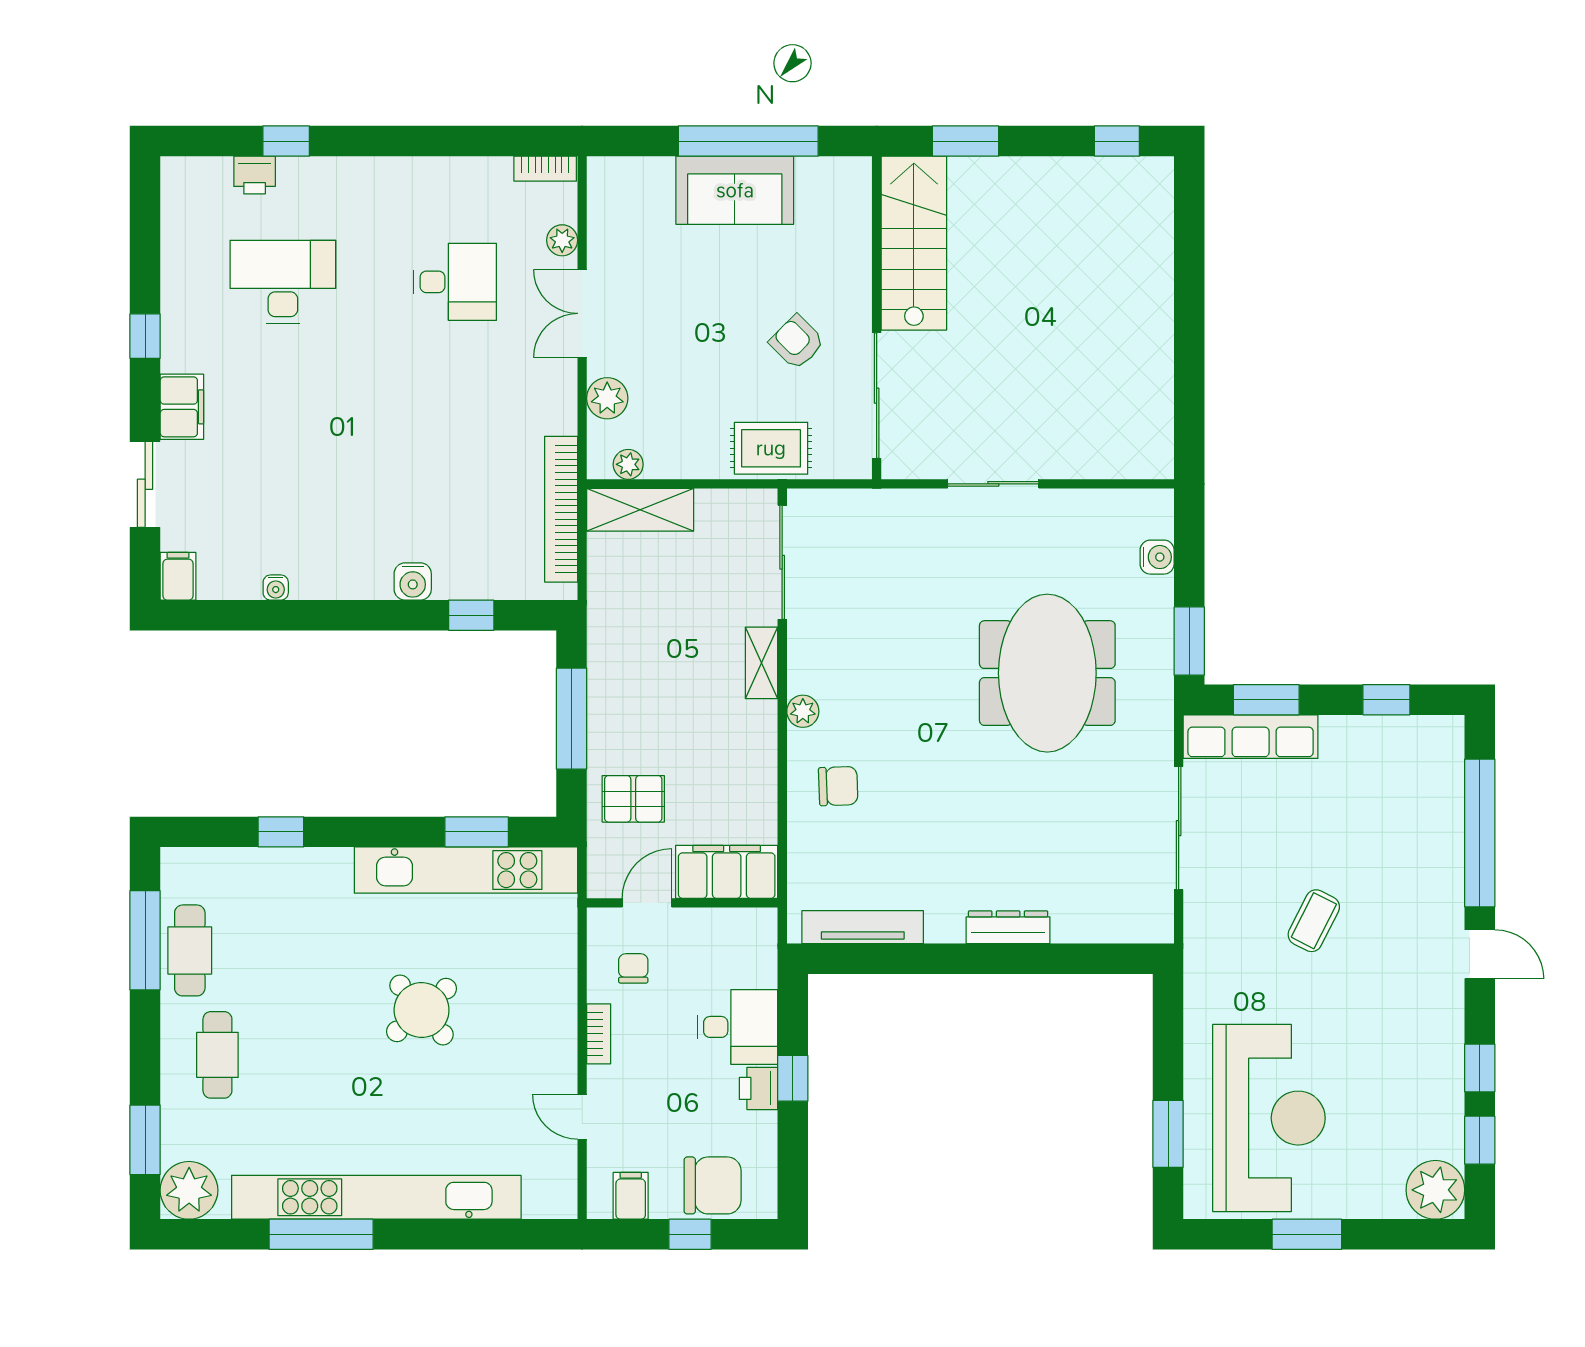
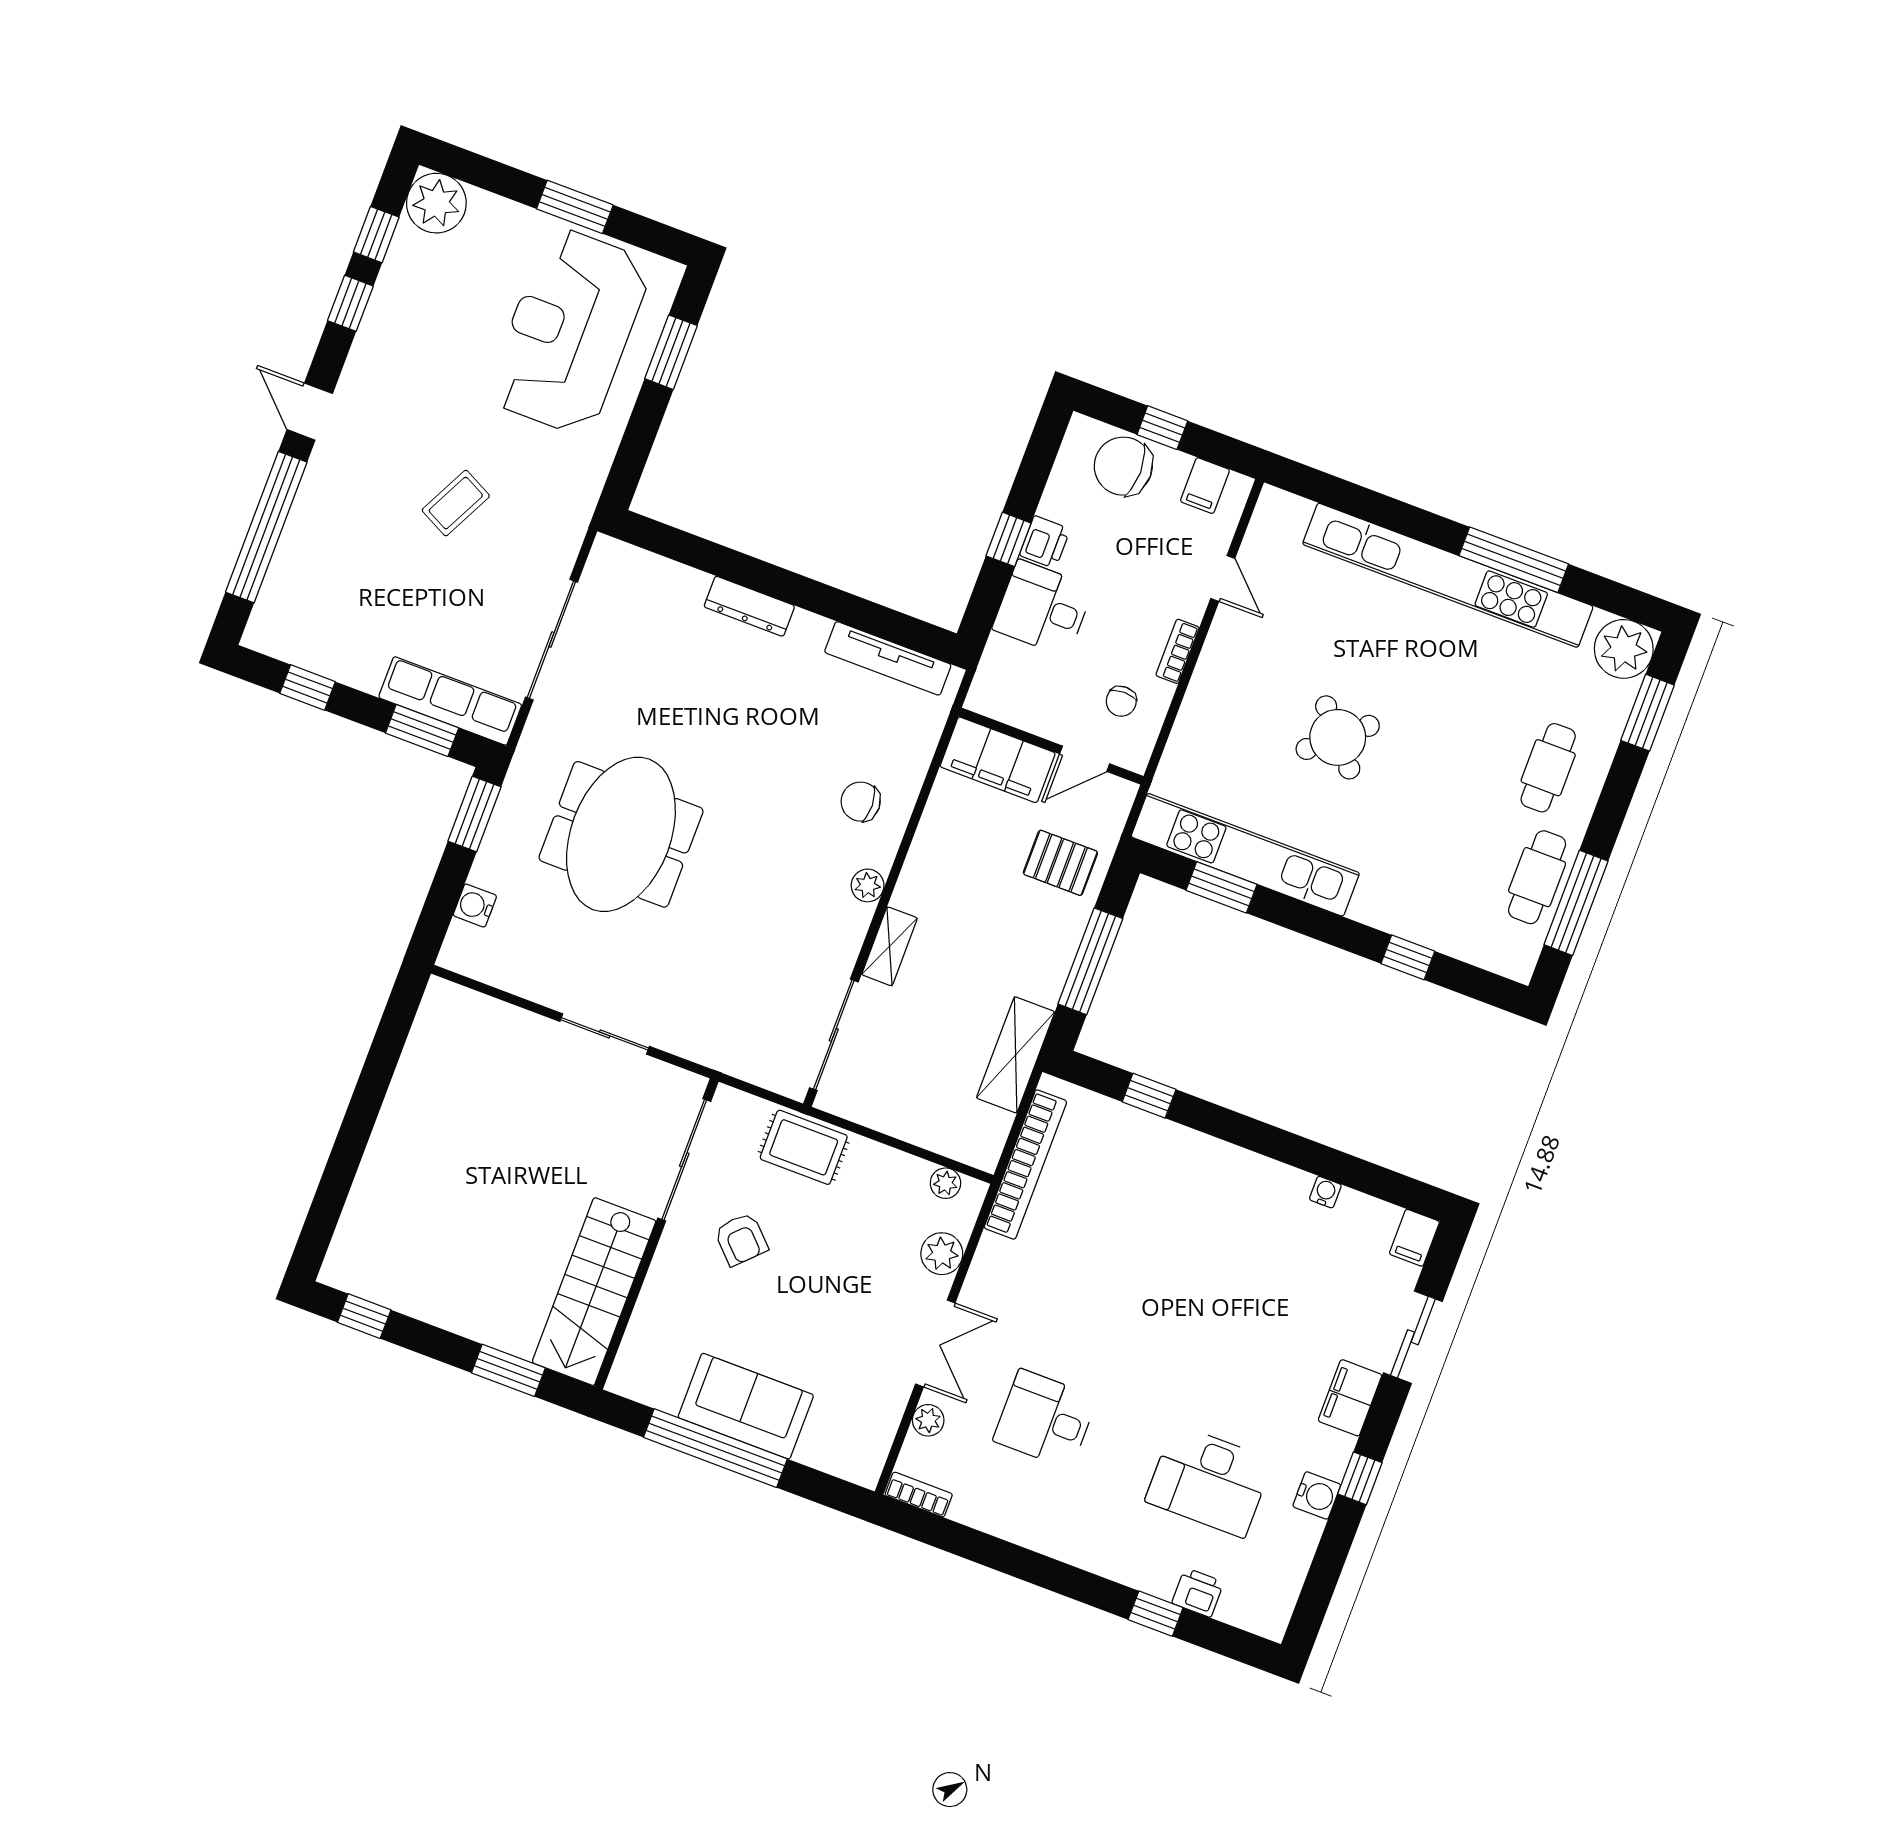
shelving: (640, 510) -> (1016, 1055), moved, turned 90
water cooler: (413, 581) -> (1317, 1495), moved, turned 90

